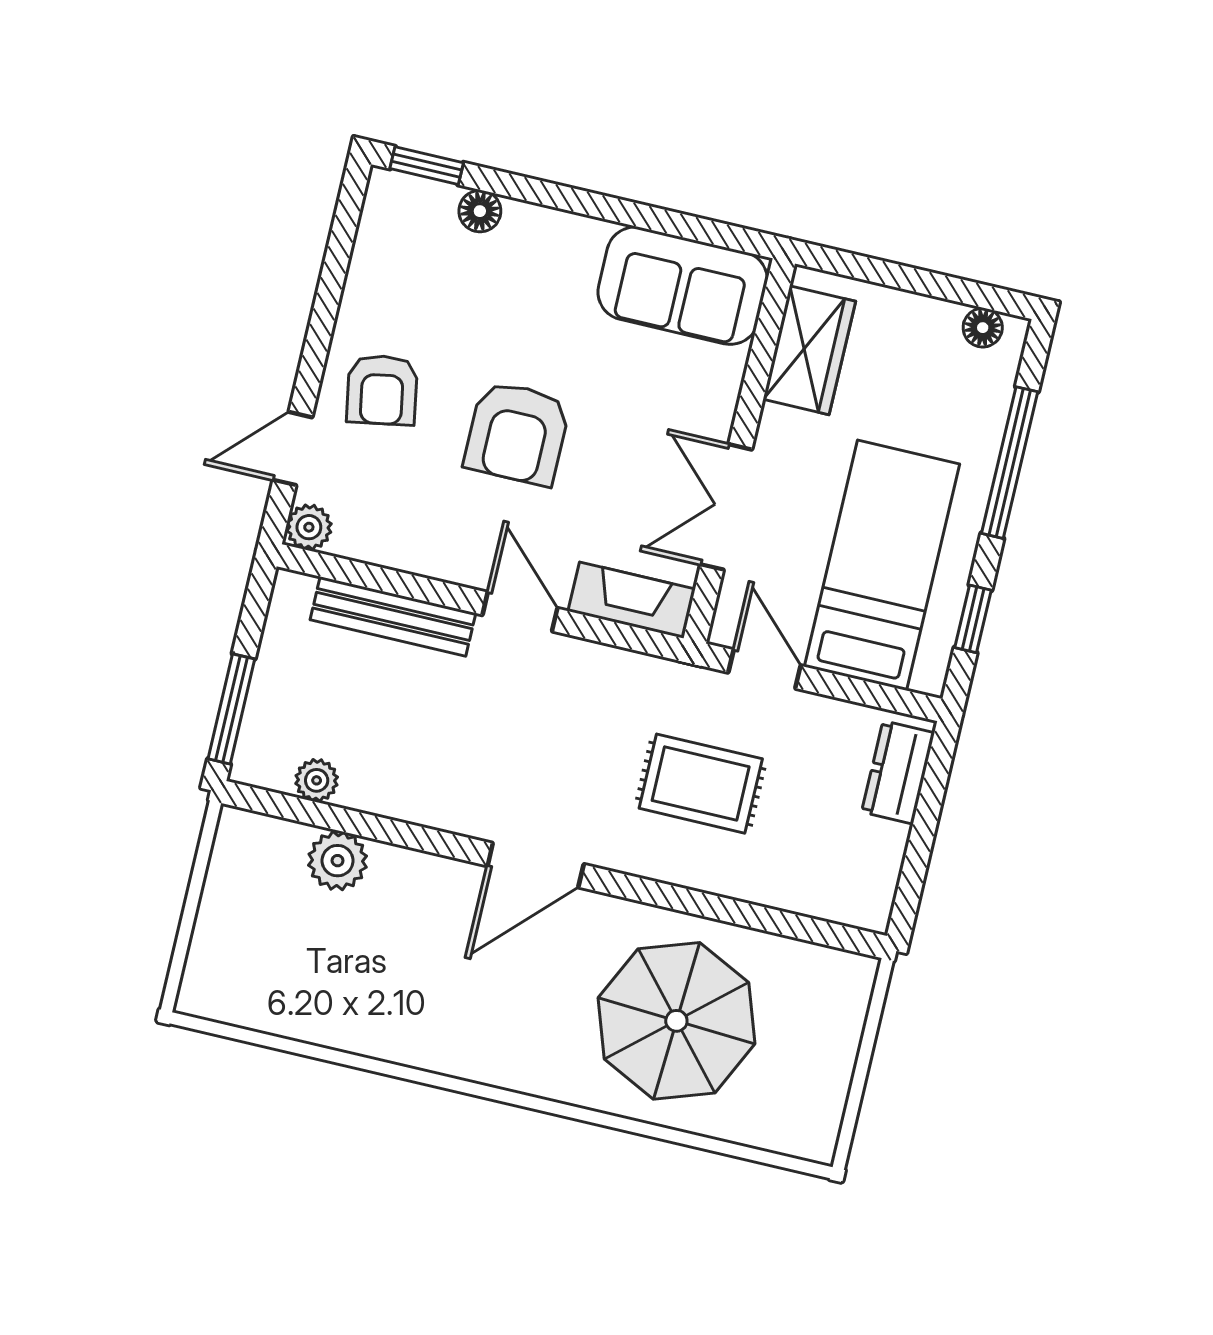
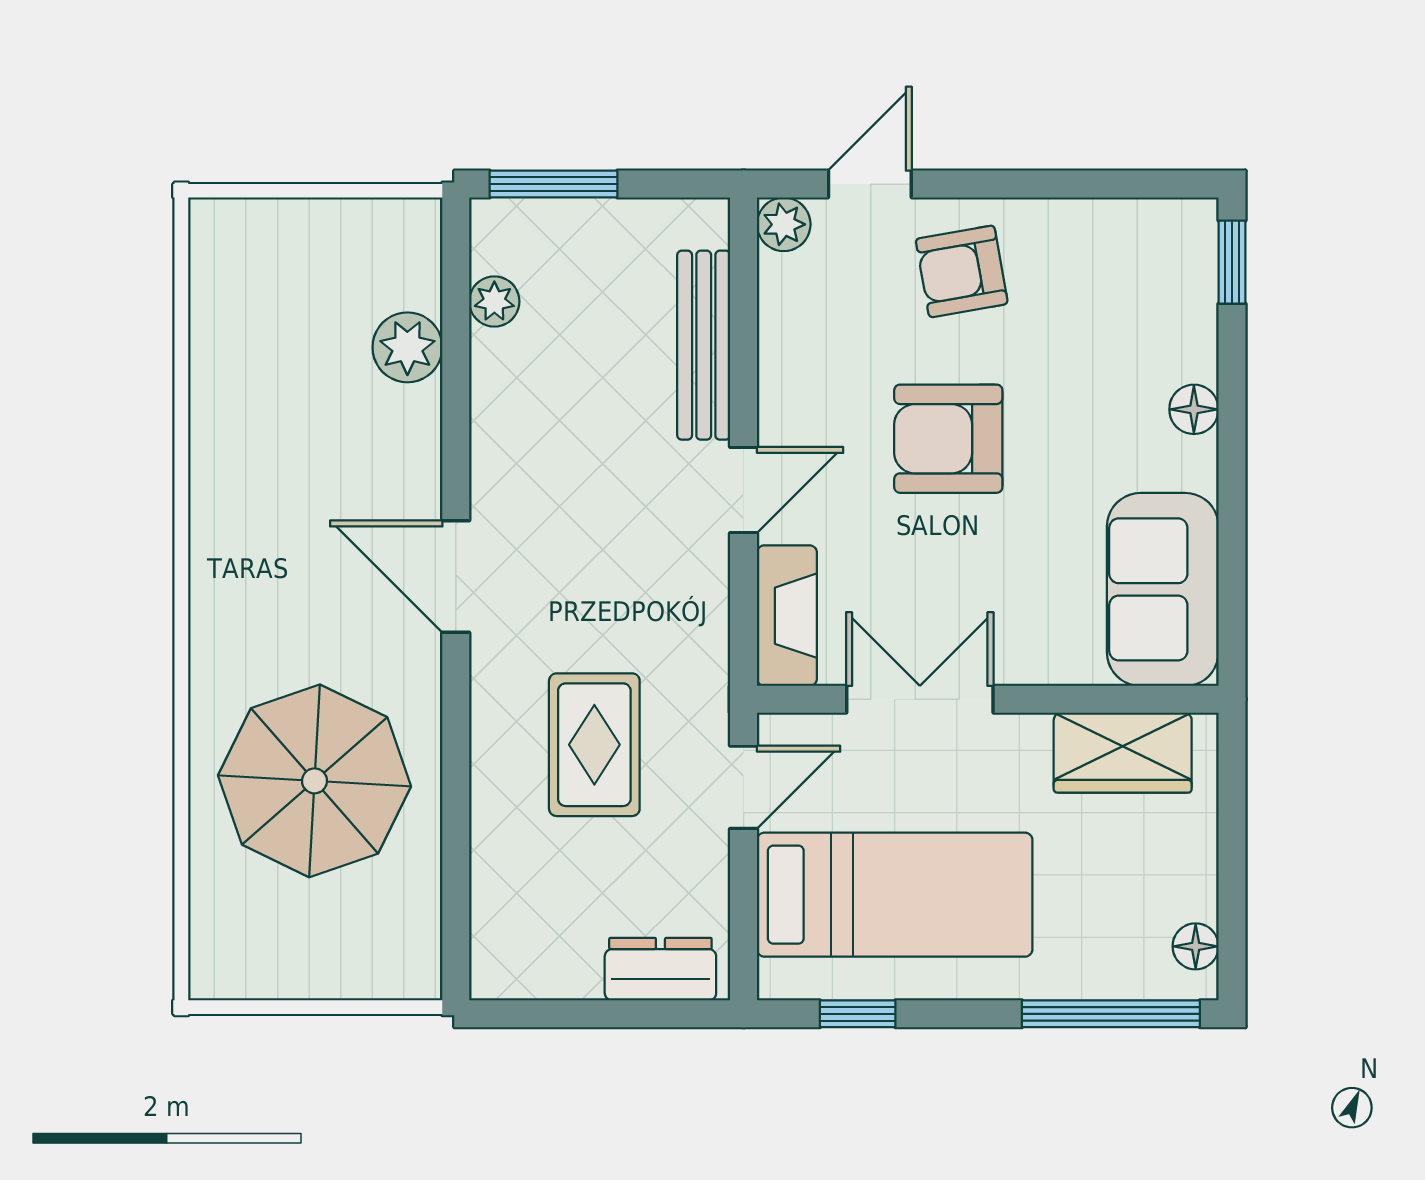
floor lamp: (480, 211) -> (1194, 409), moved
door: (292, 449) -> (870, 184), hinge flipped
window: (1010, 463) -> (1111, 1014), moved

